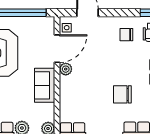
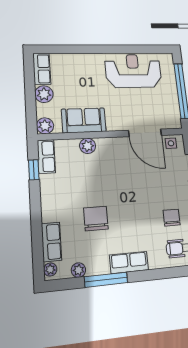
plant: (66, 69) -> (88, 146), moved
sofa: (45, 85) -> (84, 120), moved

